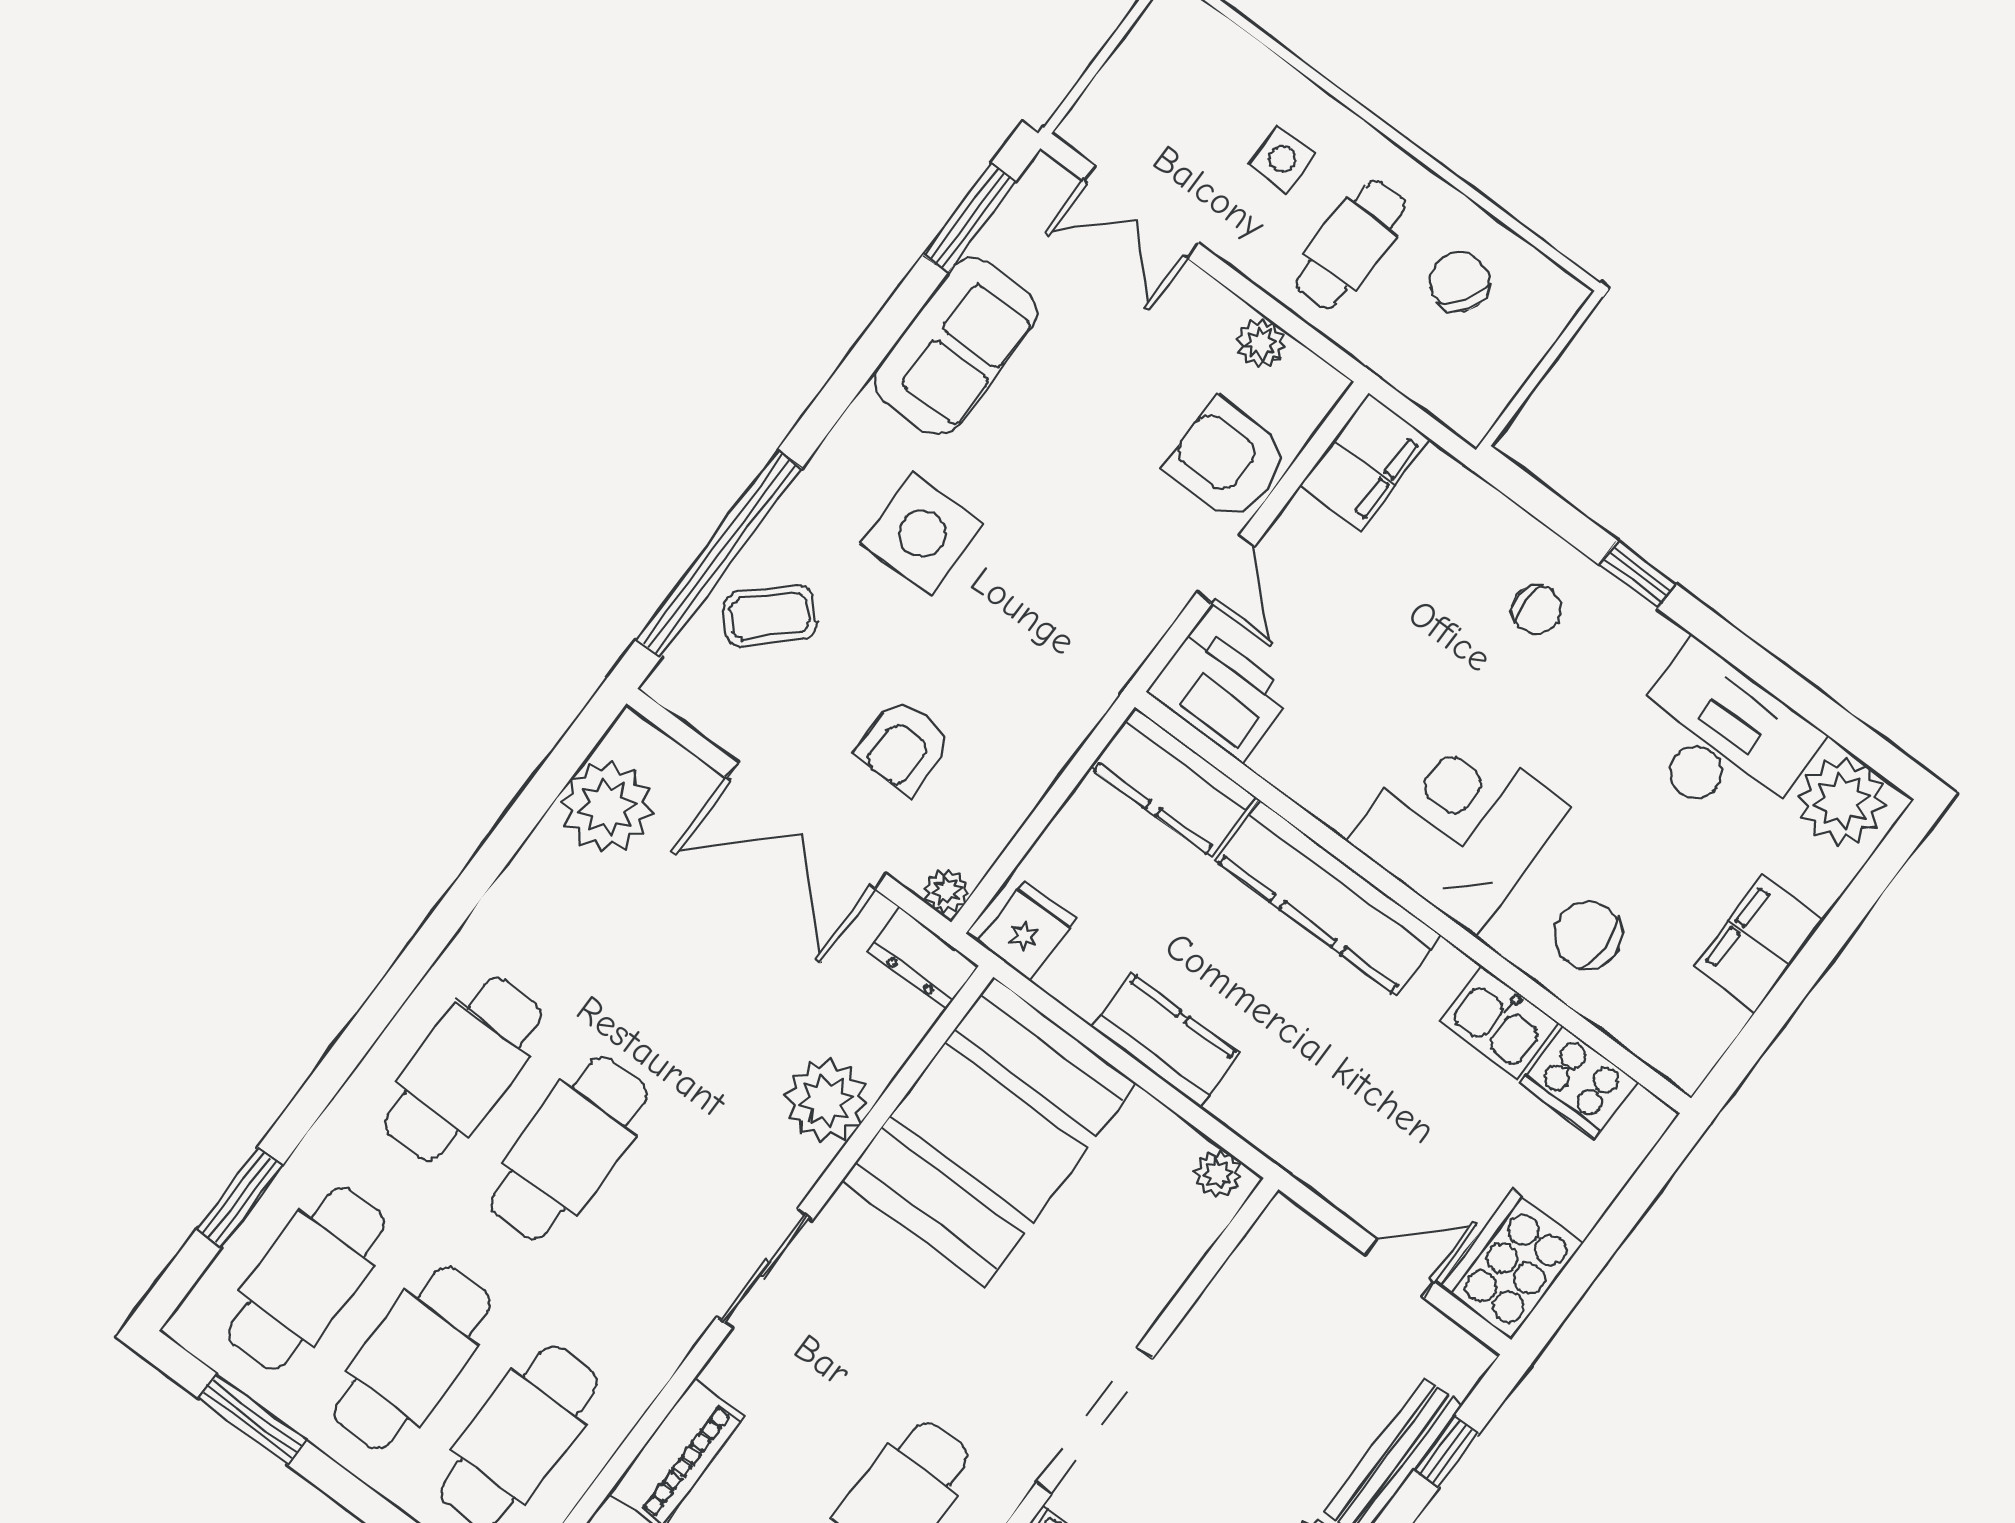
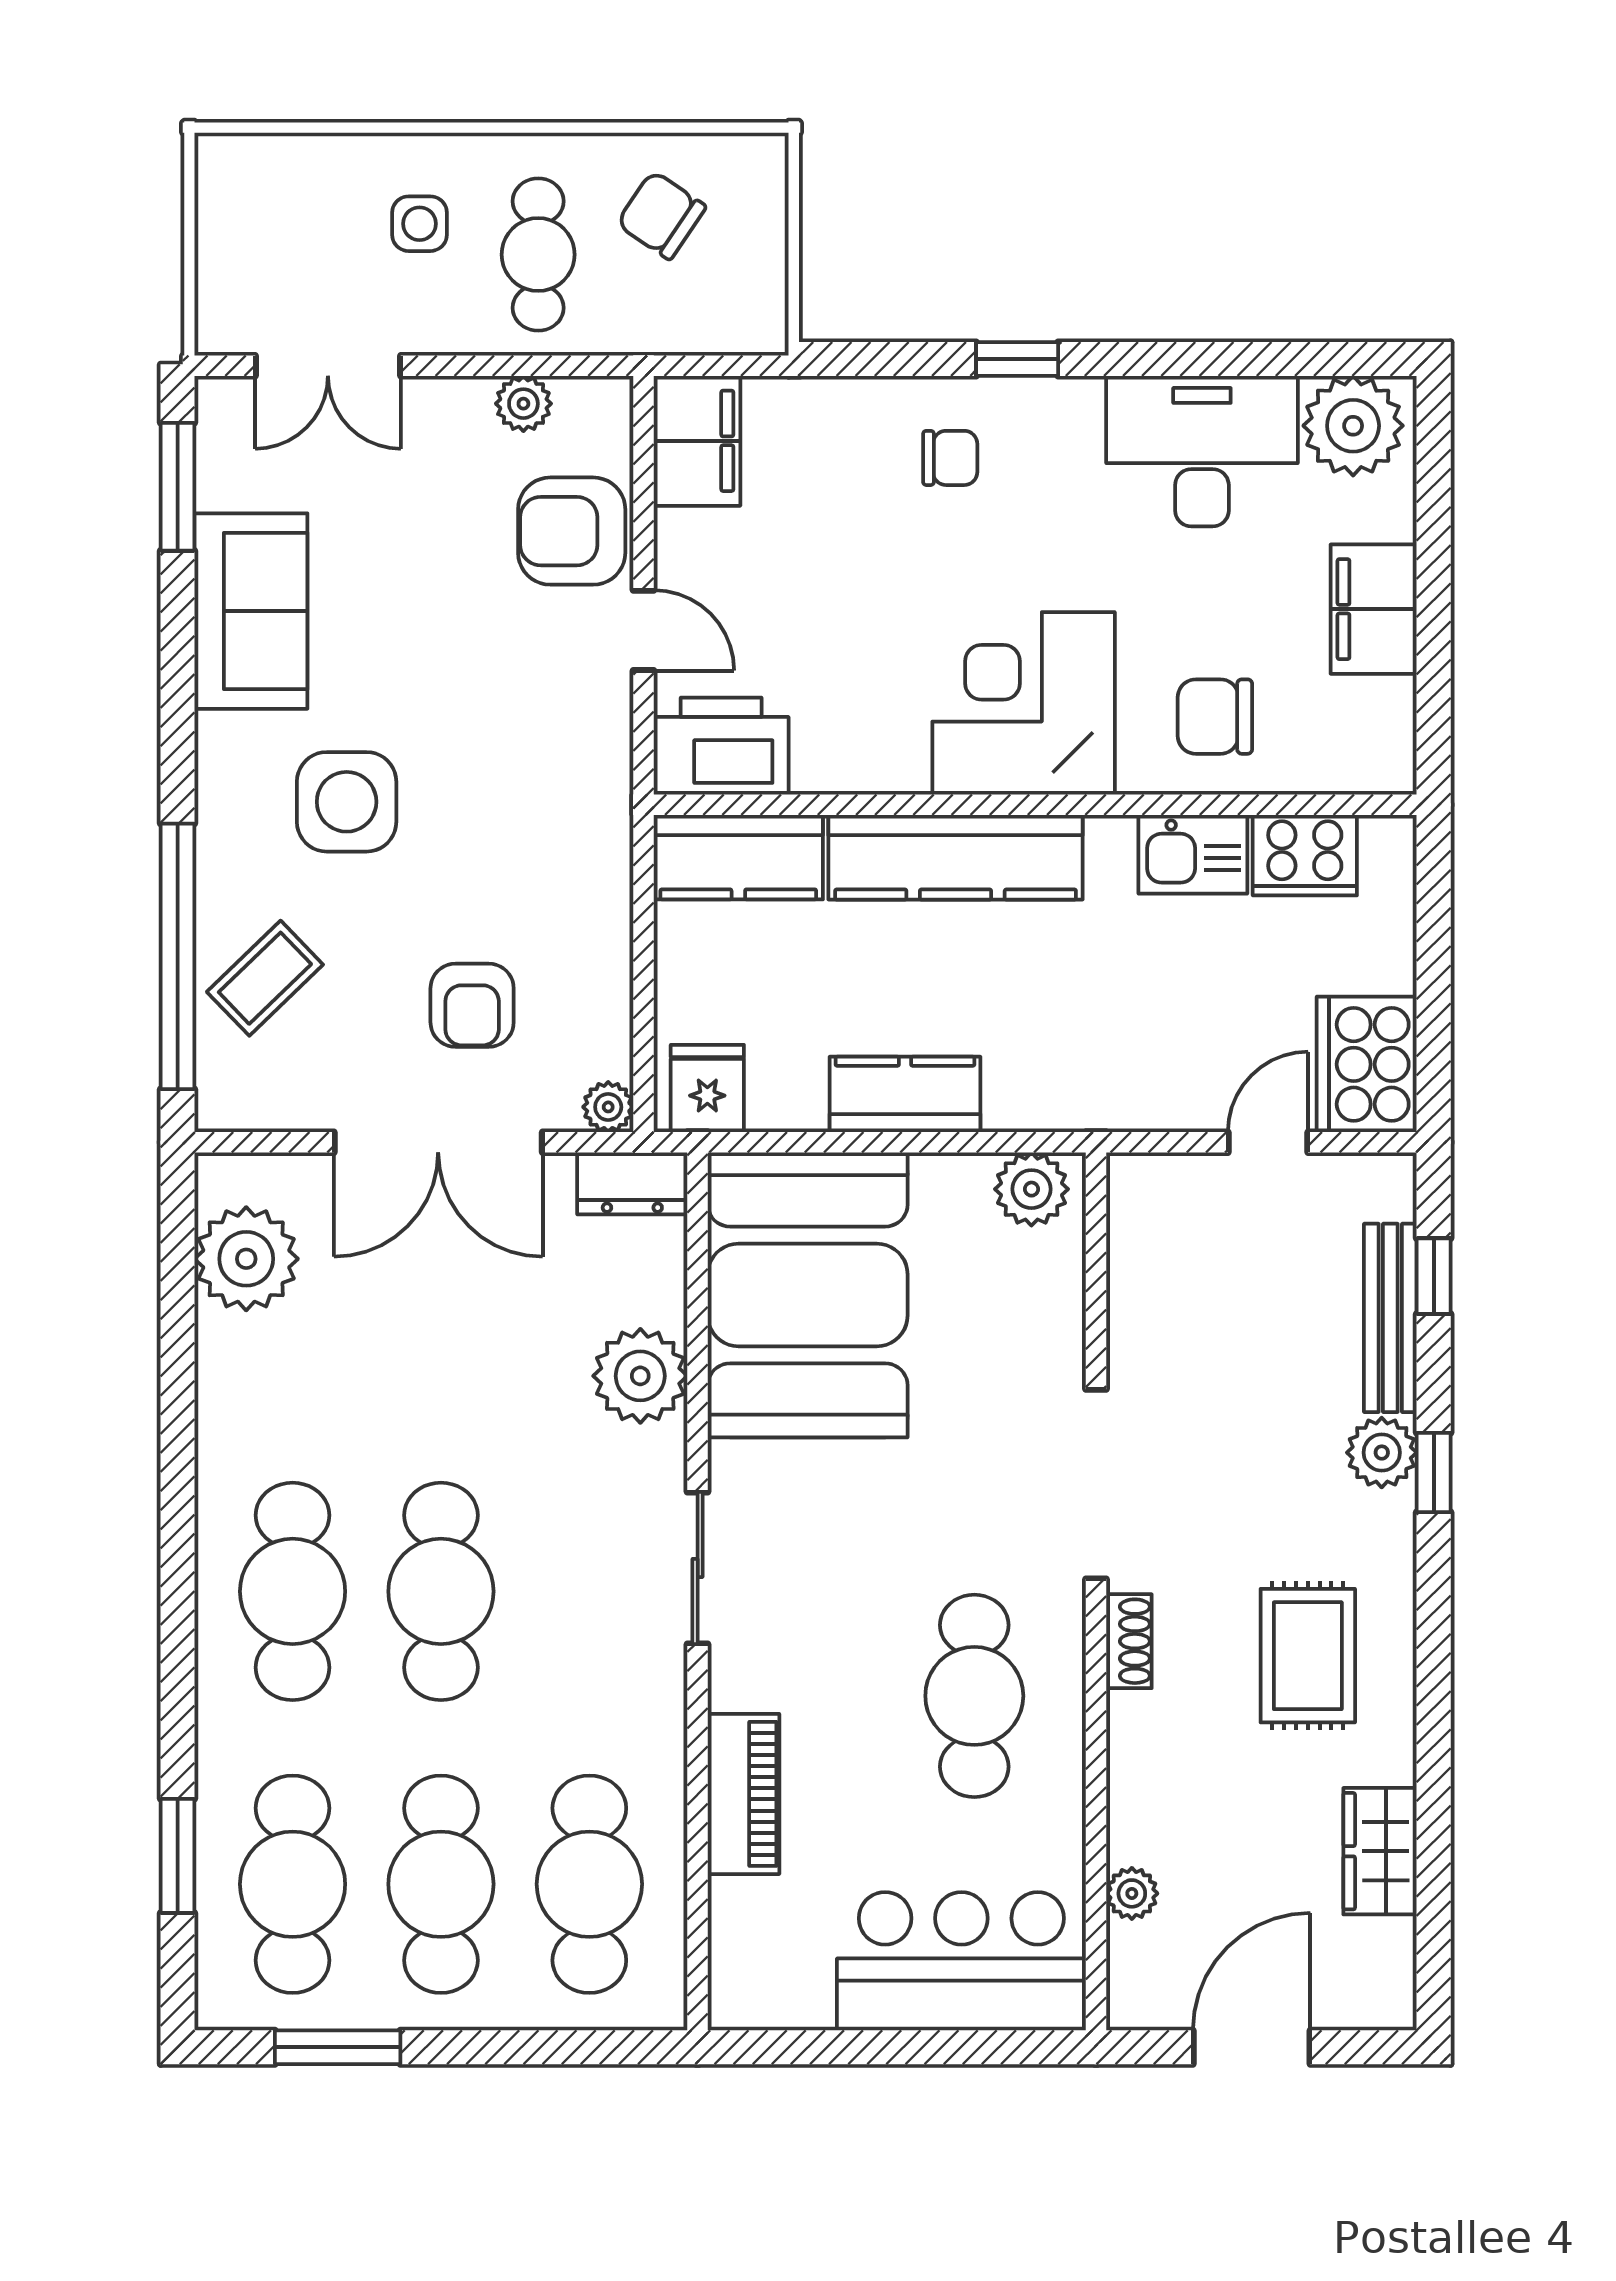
plant: (1218, 1174) -> (1031, 1189), width x1.38, depth x1.38

